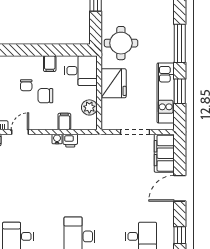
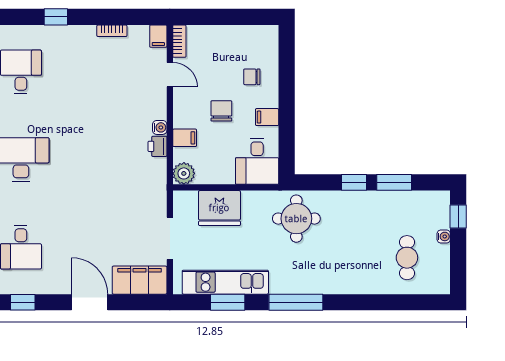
fridge: (114, 83) -> (219, 208), moved
chair: (26, 85) -> (252, 77), moved
plant: (89, 107) -> (184, 173), moved

